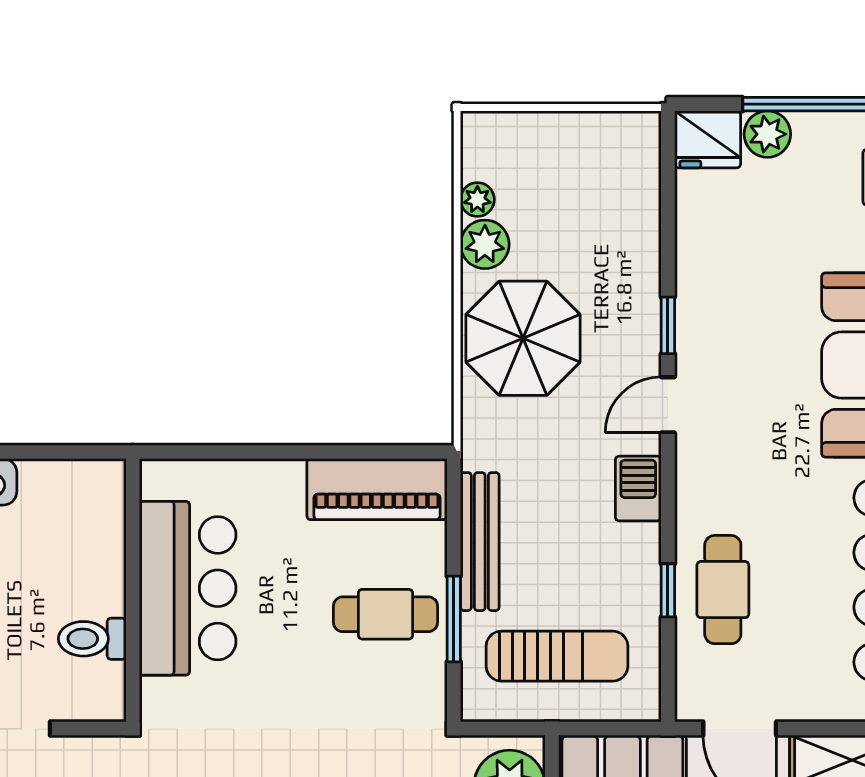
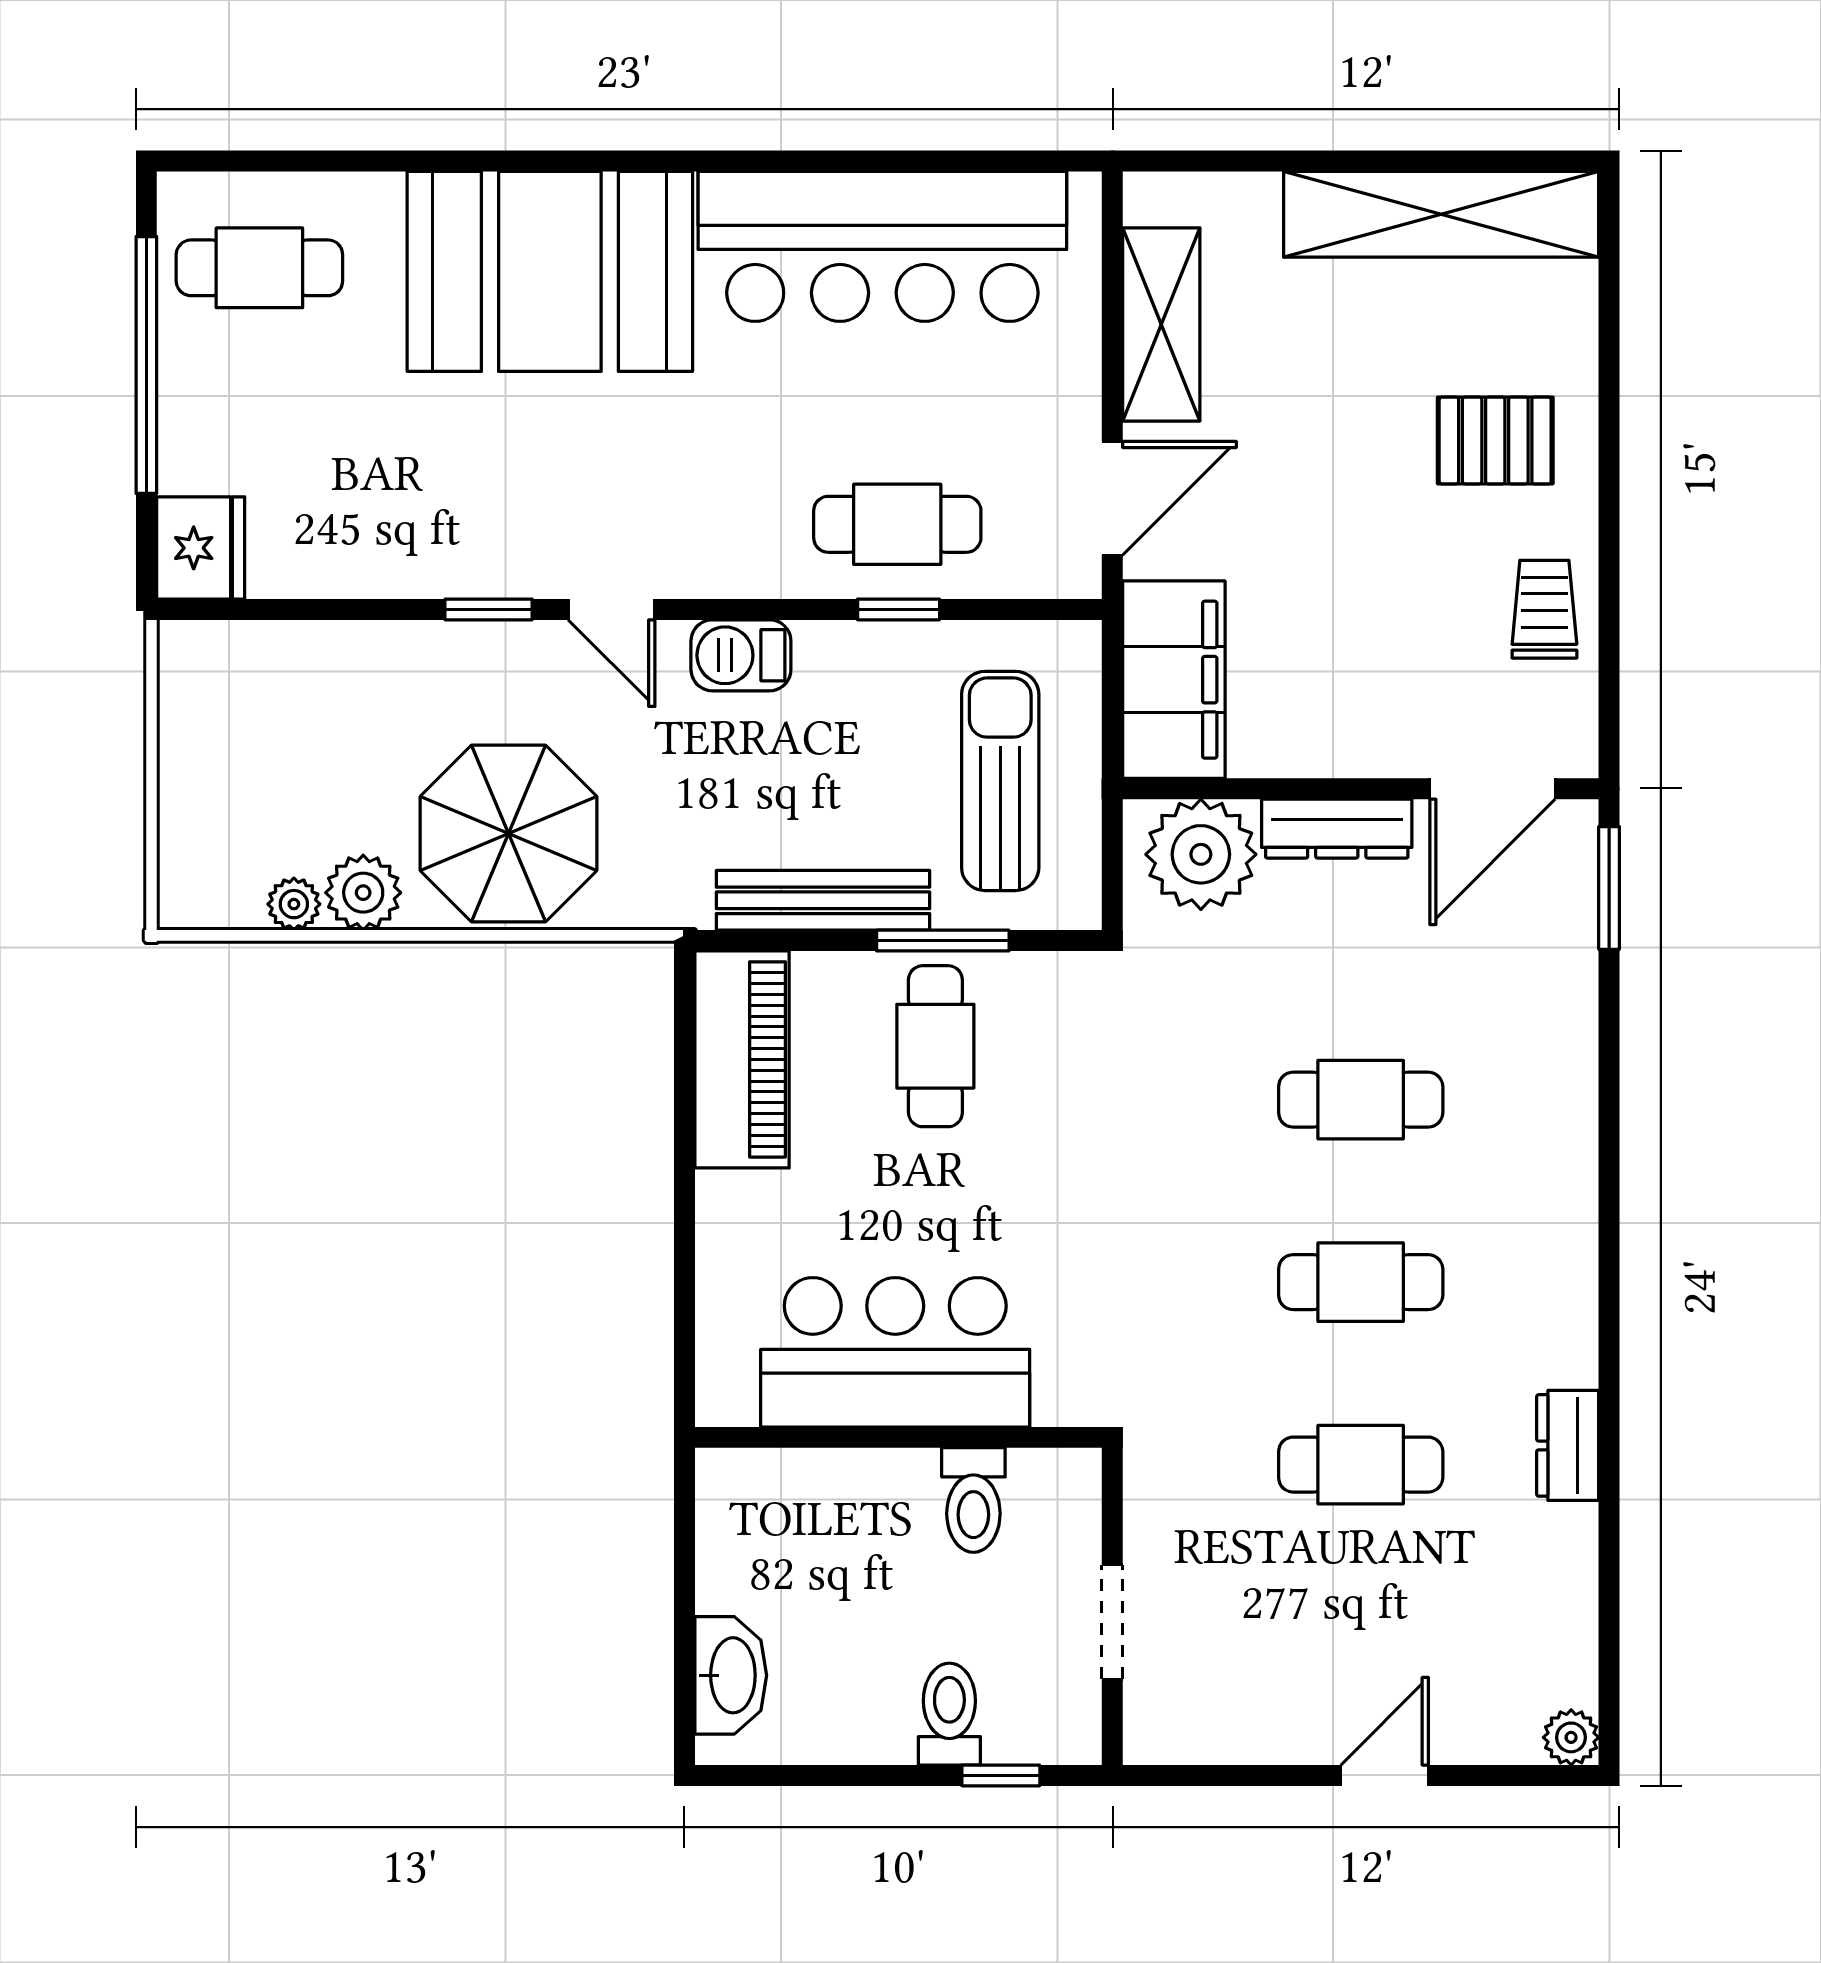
plant: (767, 134) -> (193, 455), removed

